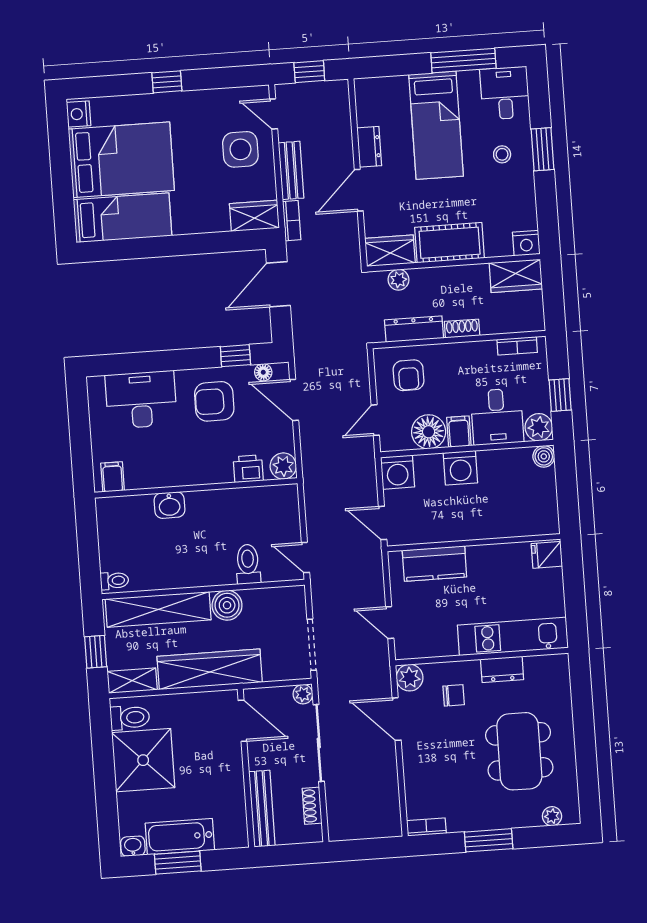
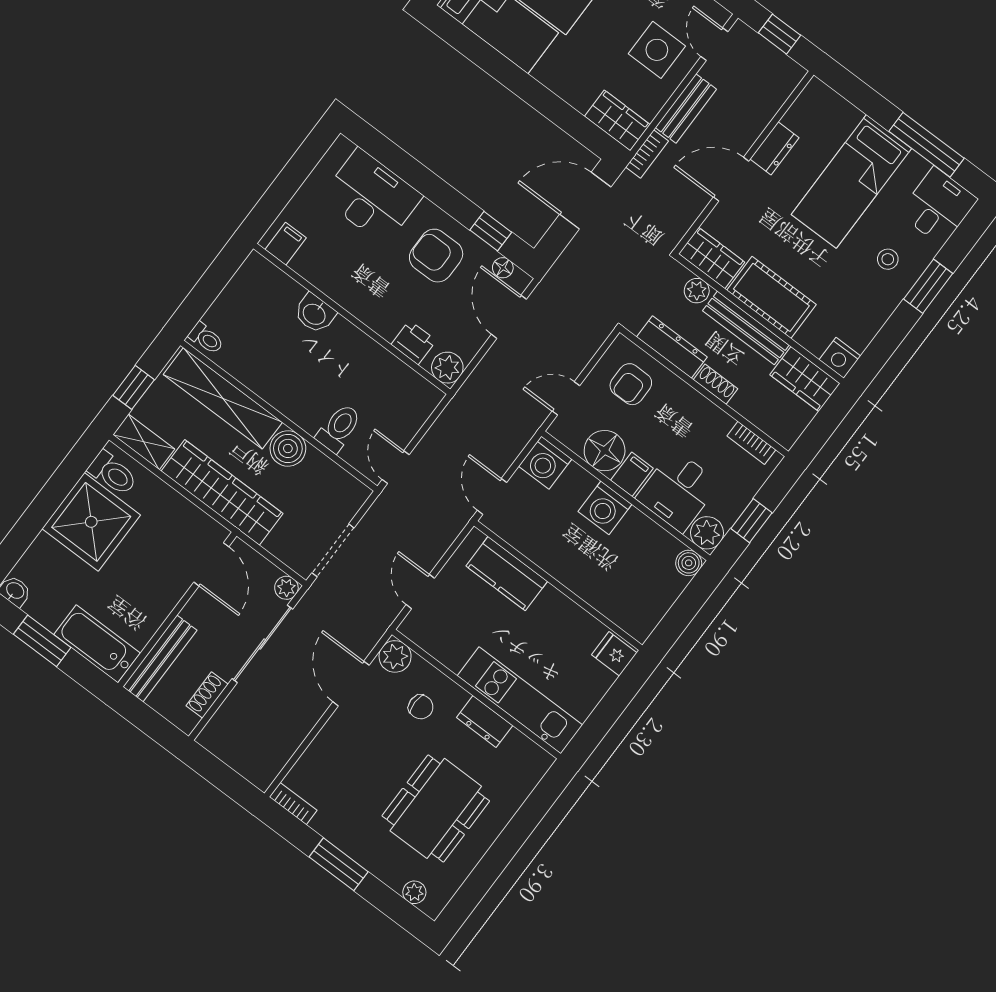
bench: (450, 276) -> (746, 328), added
bathtub: (180, 837) -> (97, 644), moved

